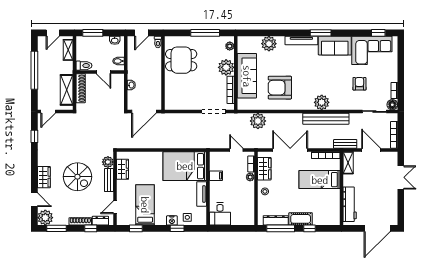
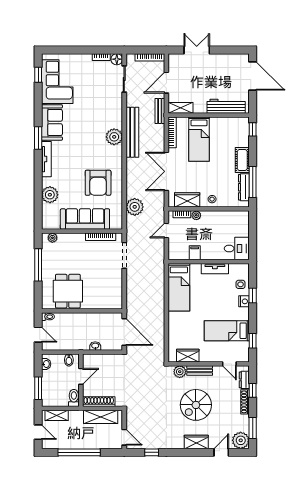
plant: (226, 67) -> (76, 242), removed
armchair: (359, 84) -> (94, 95), removed
bed: (185, 166) -> (179, 287), width x0.67
spiral stairs: (77, 177) -> (196, 405), turned 180
window: (310, 228) -> (253, 129), moved

